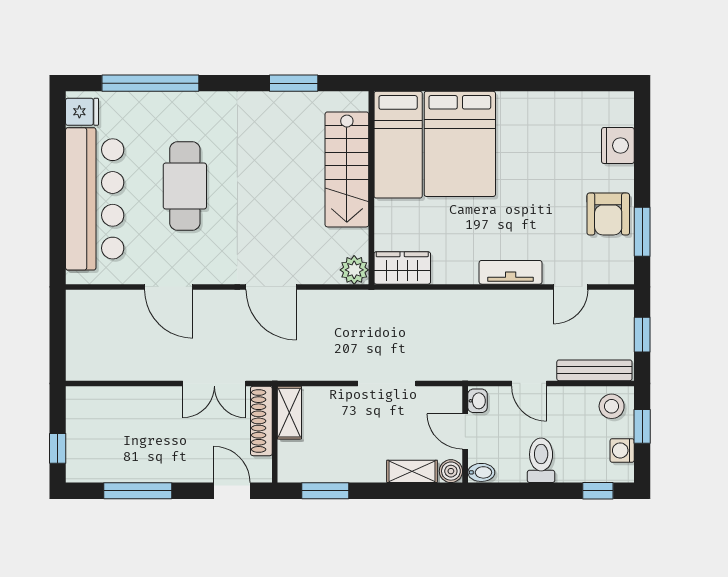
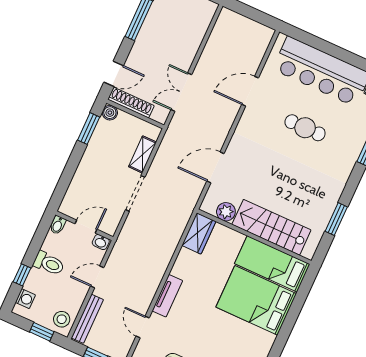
cafe table: (185, 186) -> (305, 128), width x0.73, depth x0.74
plant: (354, 270) -> (226, 212), moved
door: (271, 287) -> (215, 167), moved
shelving: (289, 413) -> (143, 154), moved, turned 90
shoe rack: (261, 421) -> (131, 103), moved
washing machine: (622, 450) -> (25, 299), moved, turned 90
shelving: (412, 471) -> (77, 185), removed
boiler: (451, 471) -> (110, 113), moved
window: (598, 491) -> (22, 275), moved

